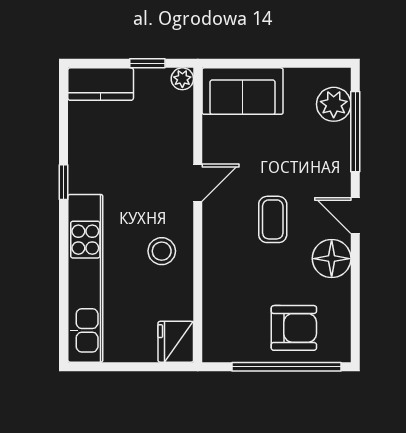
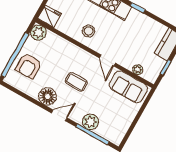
plant: (182, 79) -> (138, 70), moved
sofa: (243, 91) -> (128, 87), moved, turned -90
plant: (334, 104) -> (91, 122), moved
plant: (219, 345) -> (38, 33), added

